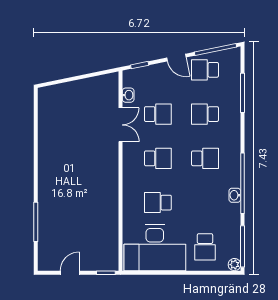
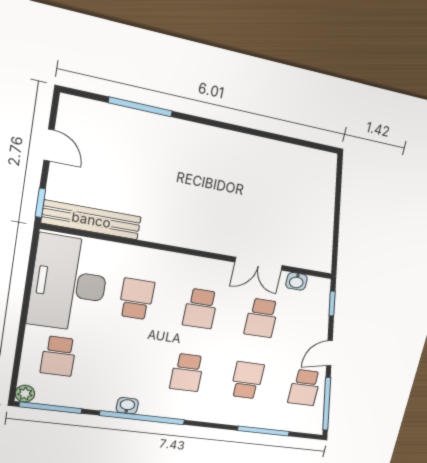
school desk: (205, 70) -> (305, 388), turned 180
bench: (111, 240) -> (91, 220), added
school desk: (205, 247) -> (58, 356), turned -90

